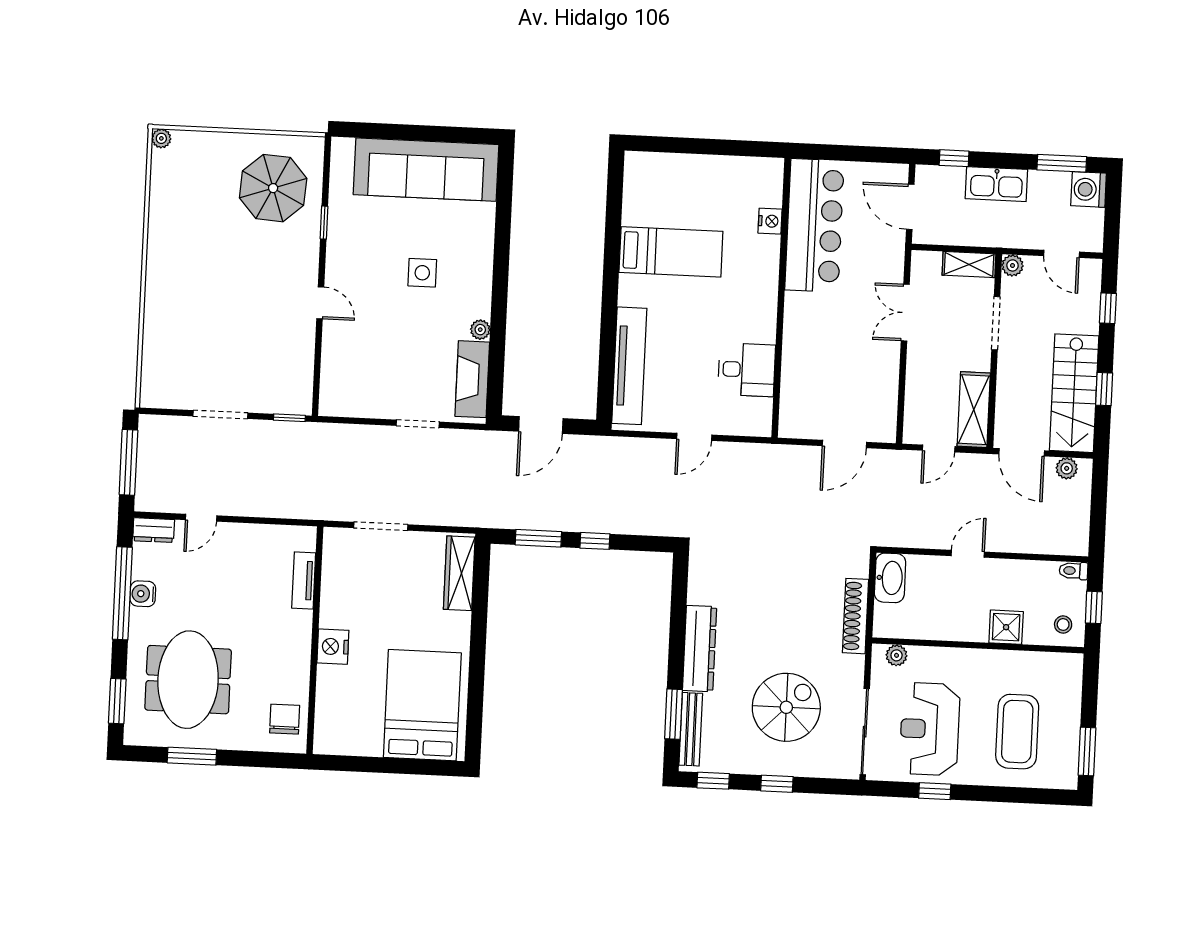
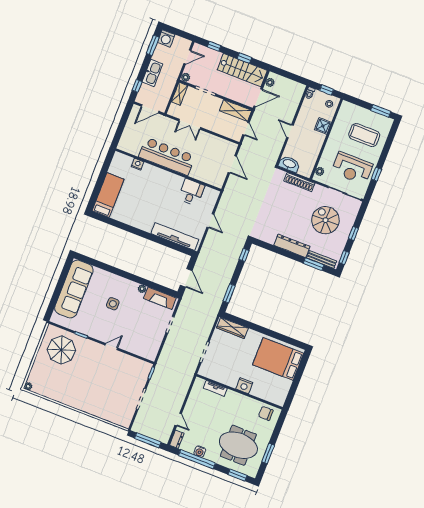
bar counter: (814, 225) -> (167, 156), moved
bed: (671, 252) -> (108, 195), moved
window: (595, 541) -> (244, 255), moved

